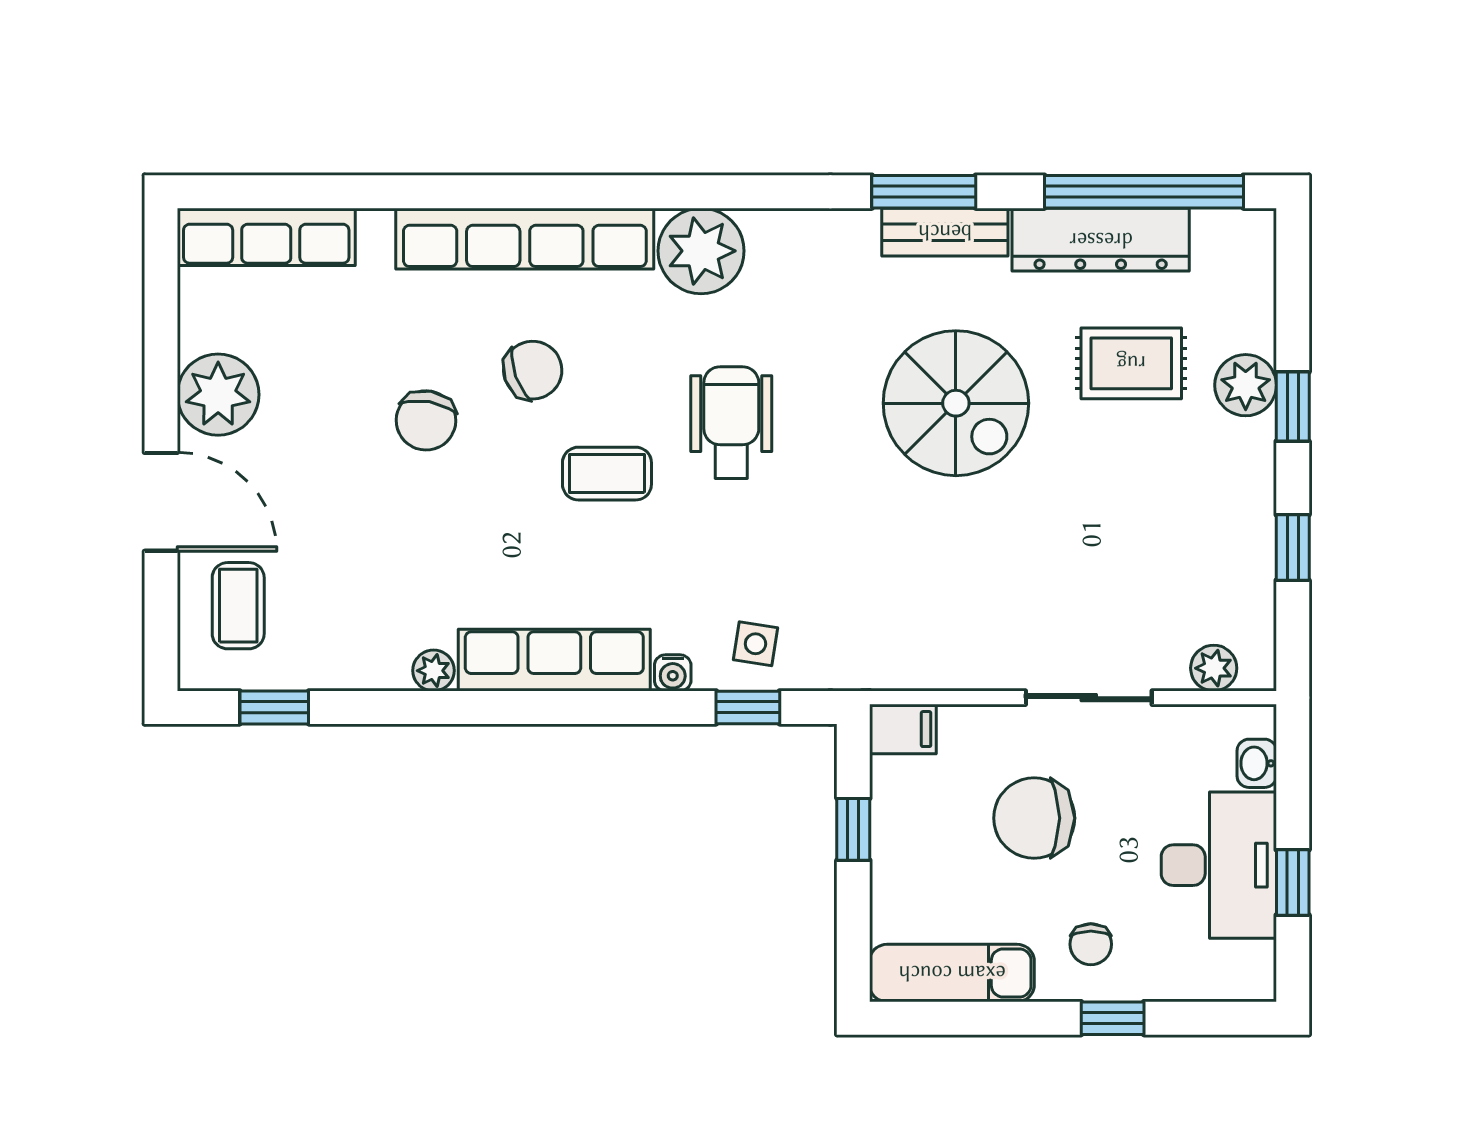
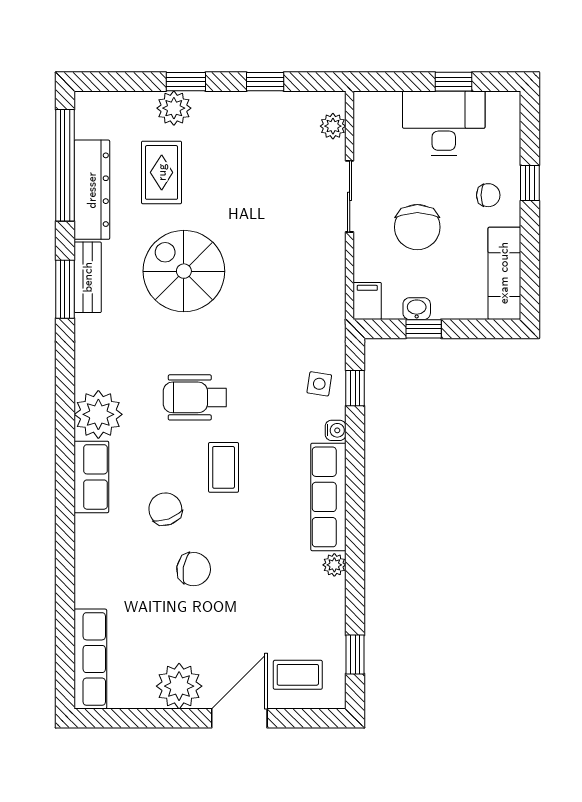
row of seats: (525, 239) -> (91, 477), width x0.50
spiral stairs: (956, 403) -> (184, 271), turned -90
washbasin: (1257, 763) -> (417, 309), moved, turned 180

